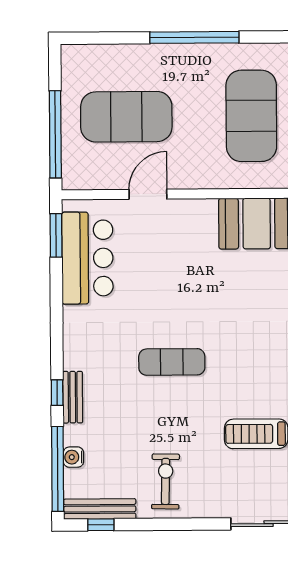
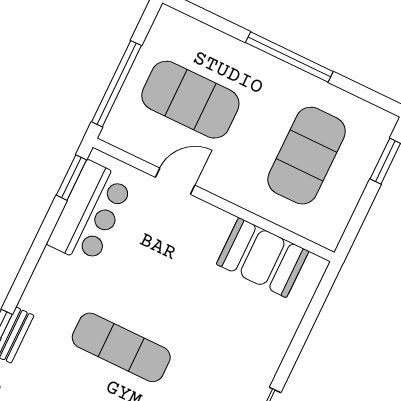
exercise mat: (172, 362) -> (121, 347), width x1.36, depth x1.45

